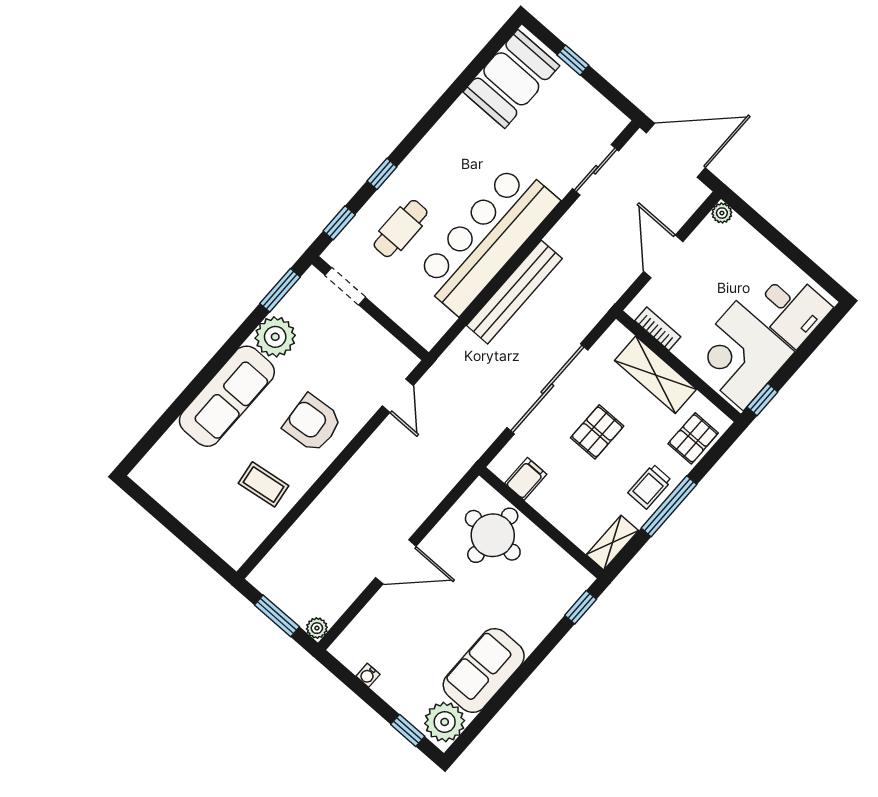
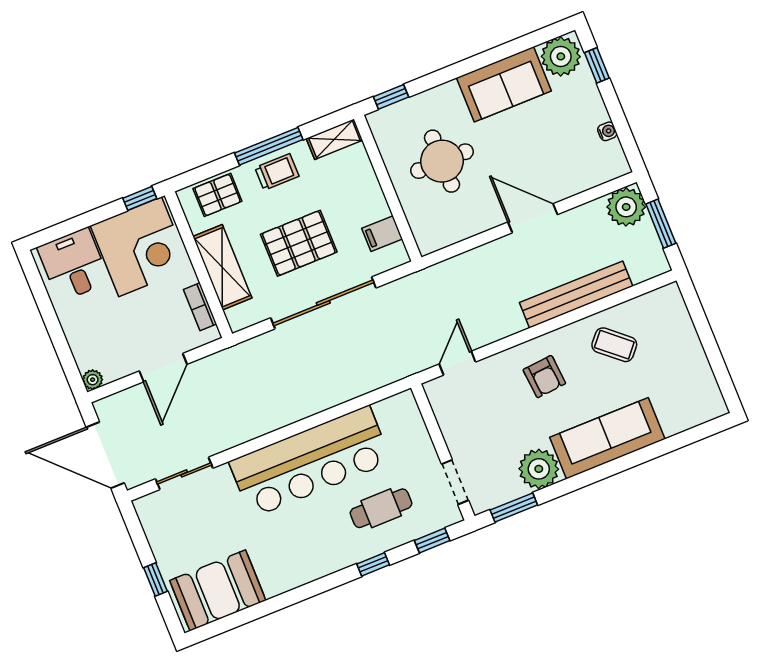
bench: (514, 292) -> (576, 294), moved
armchair: (312, 423) -> (544, 377), width x0.72, depth x0.72
pallet: (597, 432) -> (299, 243), width x1.50, depth x1.42
coffee table: (264, 484) -> (614, 345), turned -41
round table: (493, 535) -> (442, 161), moved
plant: (317, 628) -> (626, 207), width x1.87, depth x1.87

